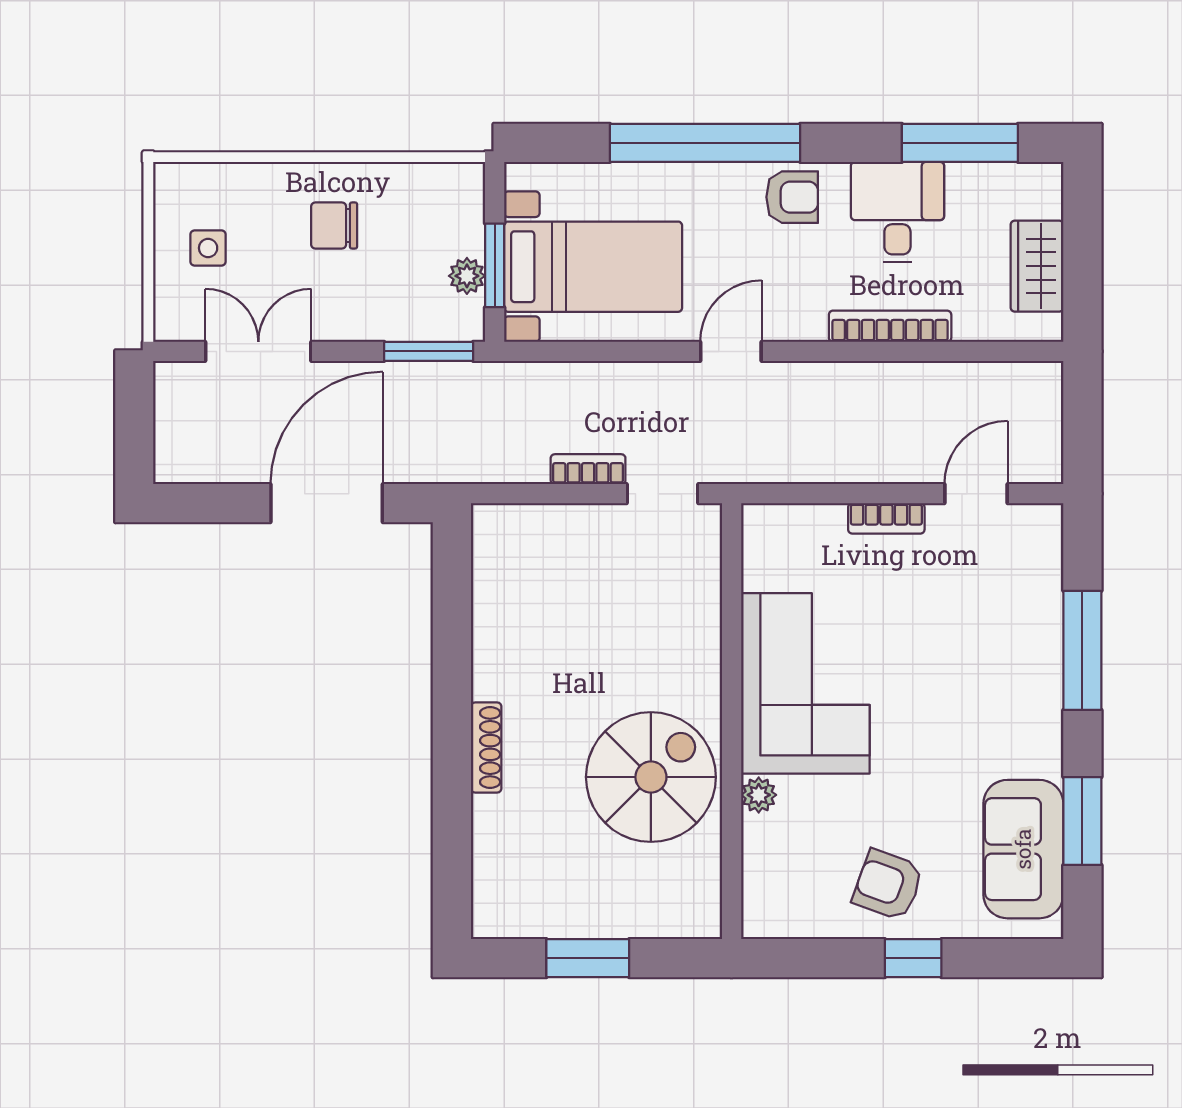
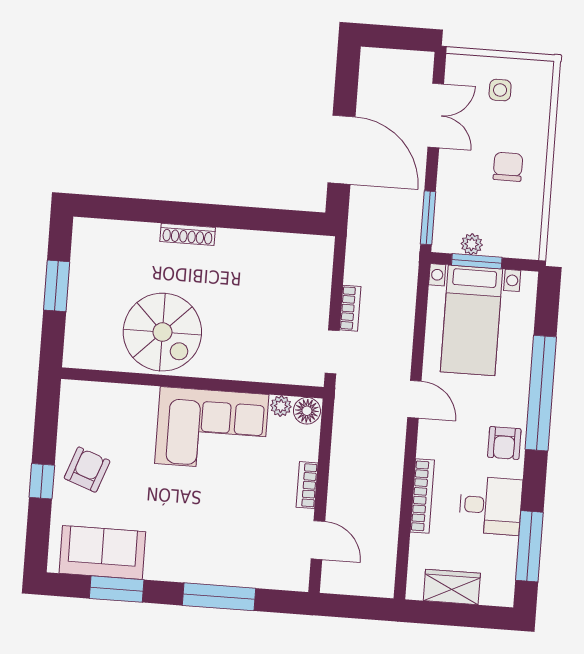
floor lamp: (763, 528) -> (307, 411), added
plant: (759, 795) -> (281, 406), moved

